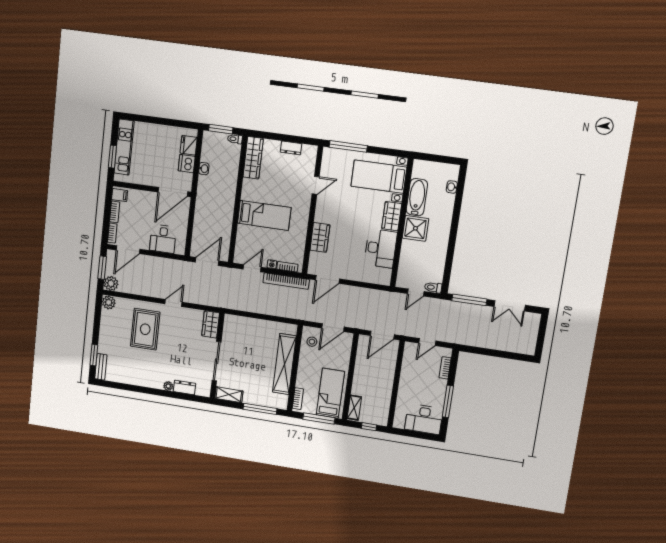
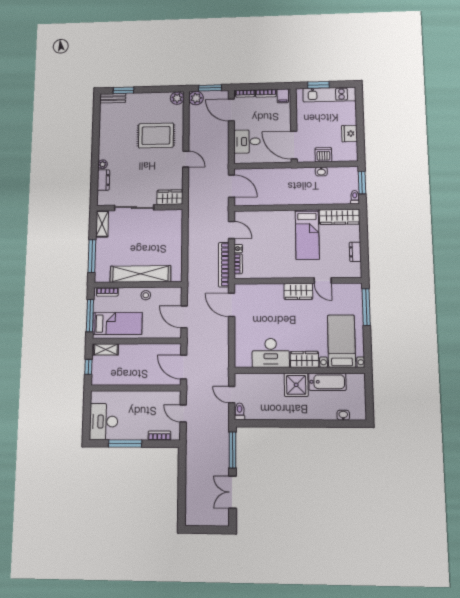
fridge: (189, 145) -> (349, 134), moved, turned -90
bed: (264, 215) -> (307, 235), moved
wardrobe: (320, 237) -> (298, 291), moved
stool: (312, 342) -> (146, 295), moved

